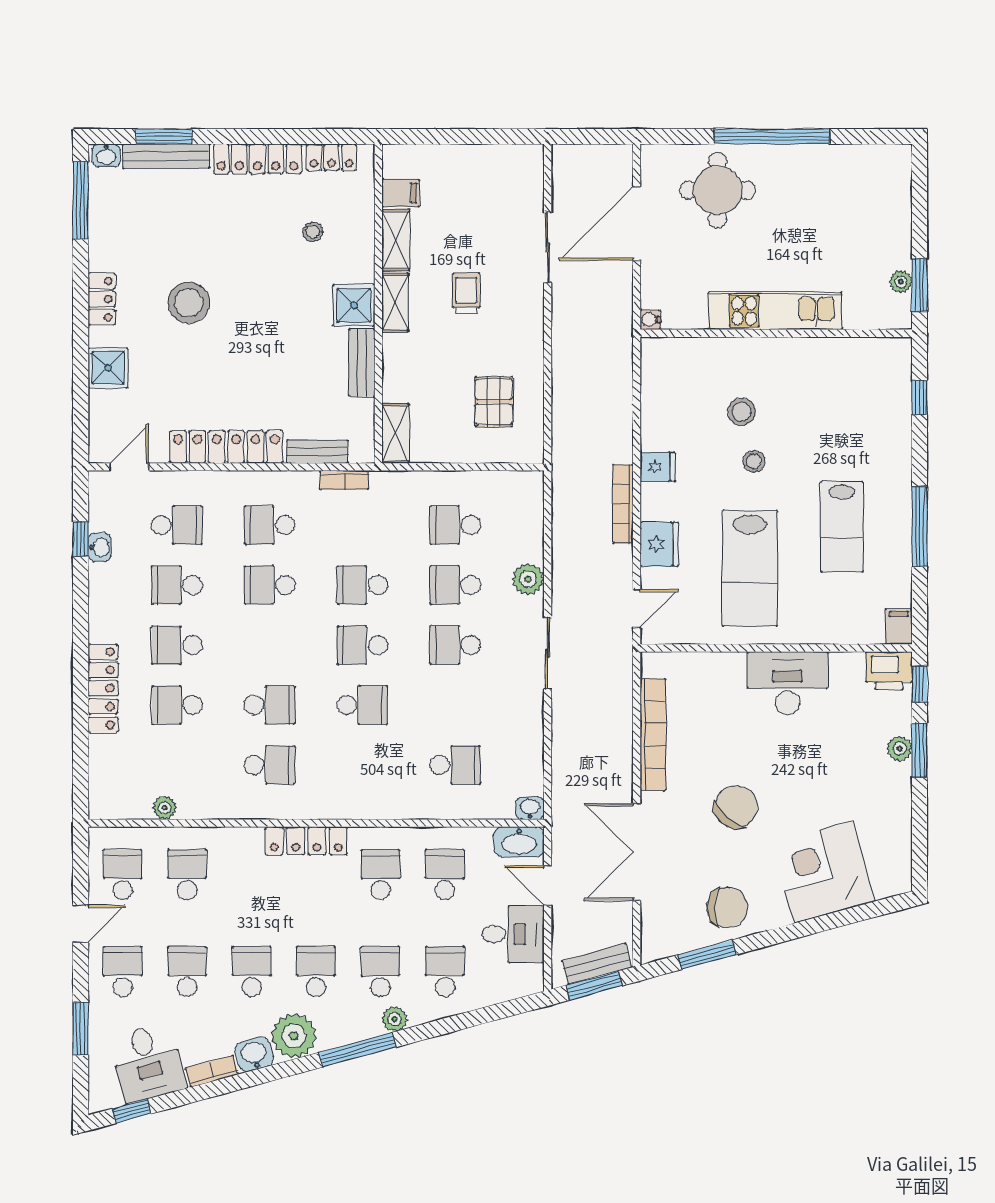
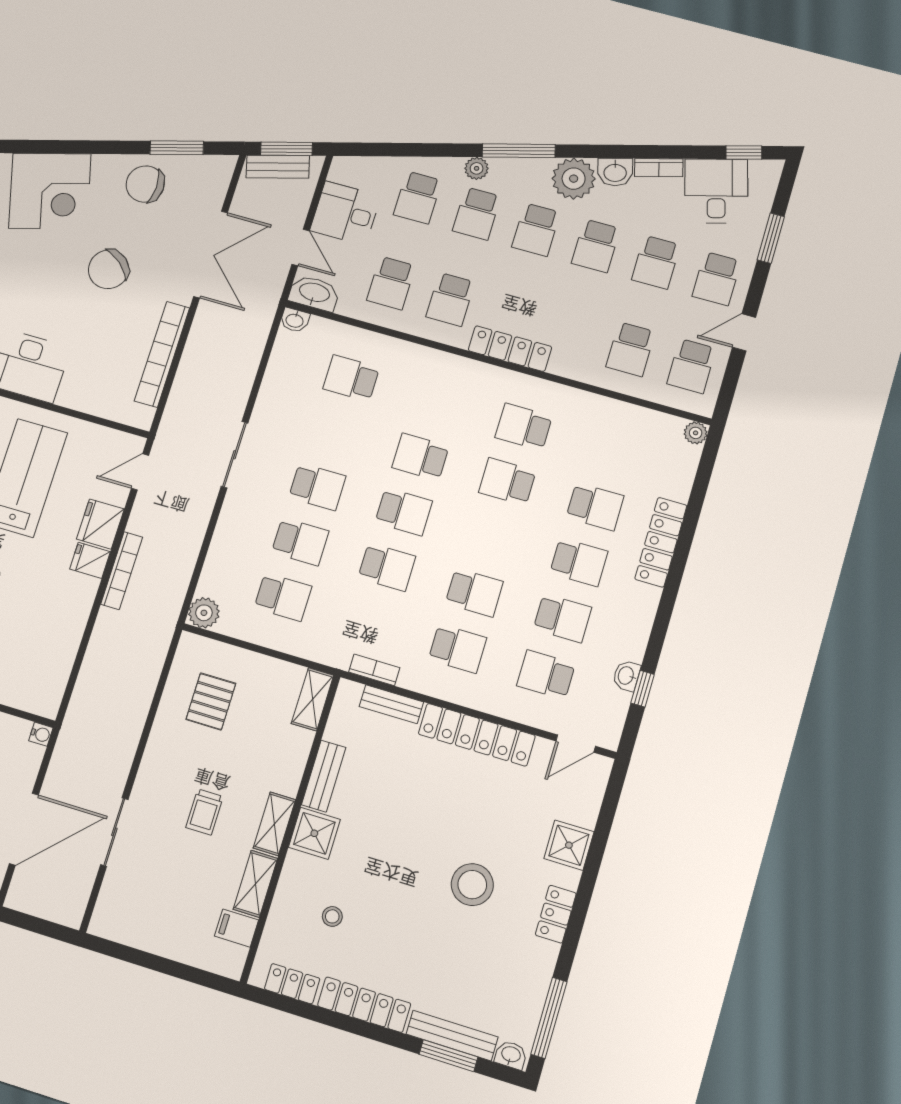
fridge: (658, 467) -> (90, 560), moved
plant: (528, 579) -> (204, 613), moved
plant: (165, 808) -> (696, 433), moved

